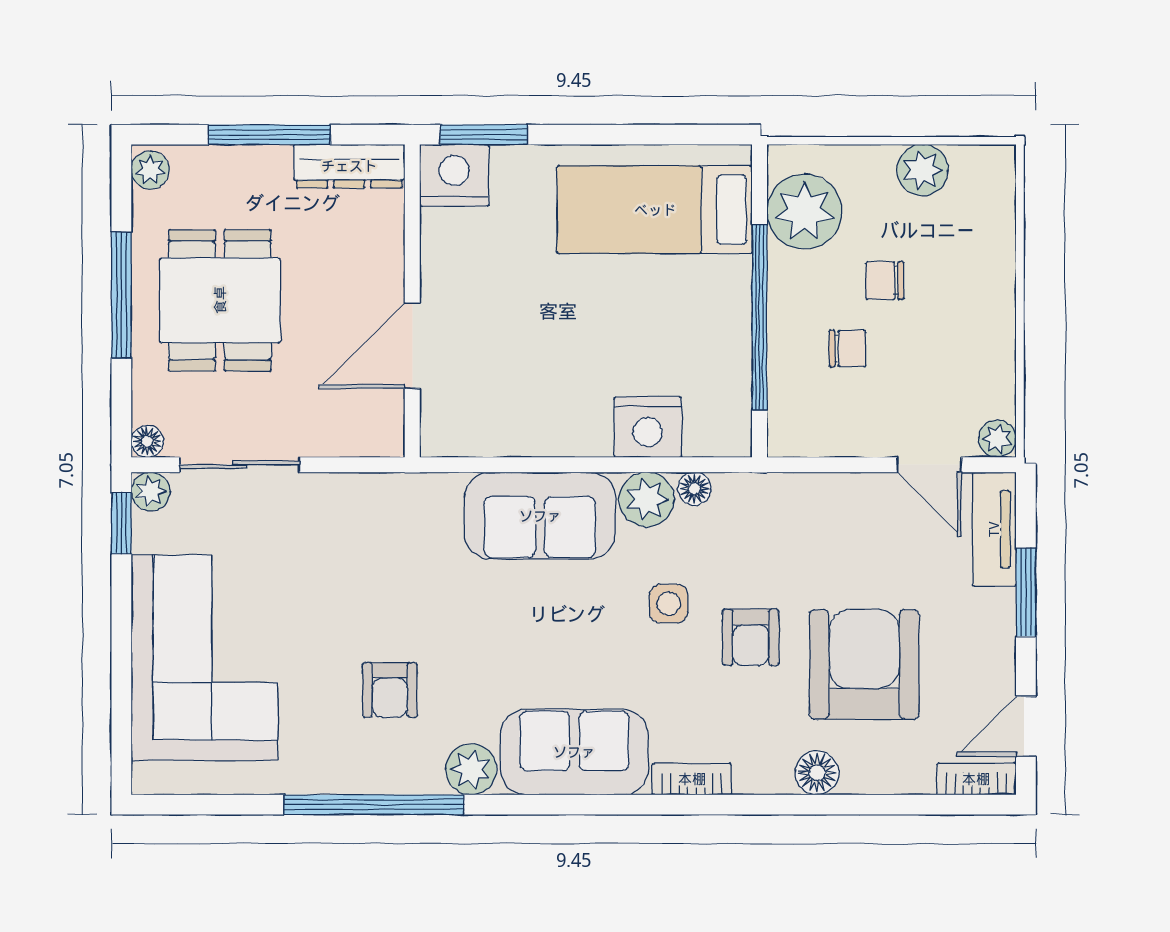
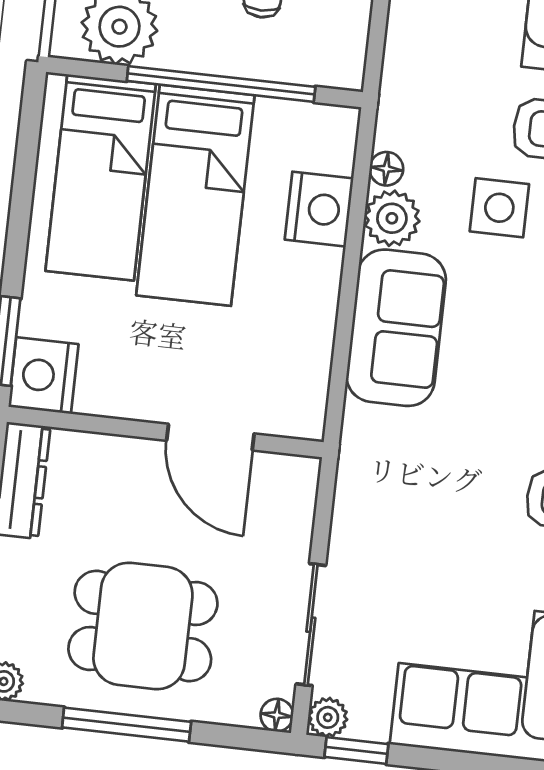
bed: (648, 304) -> (195, 195), added
side table: (669, 604) -> (499, 208), width x1.37, depth x1.37

